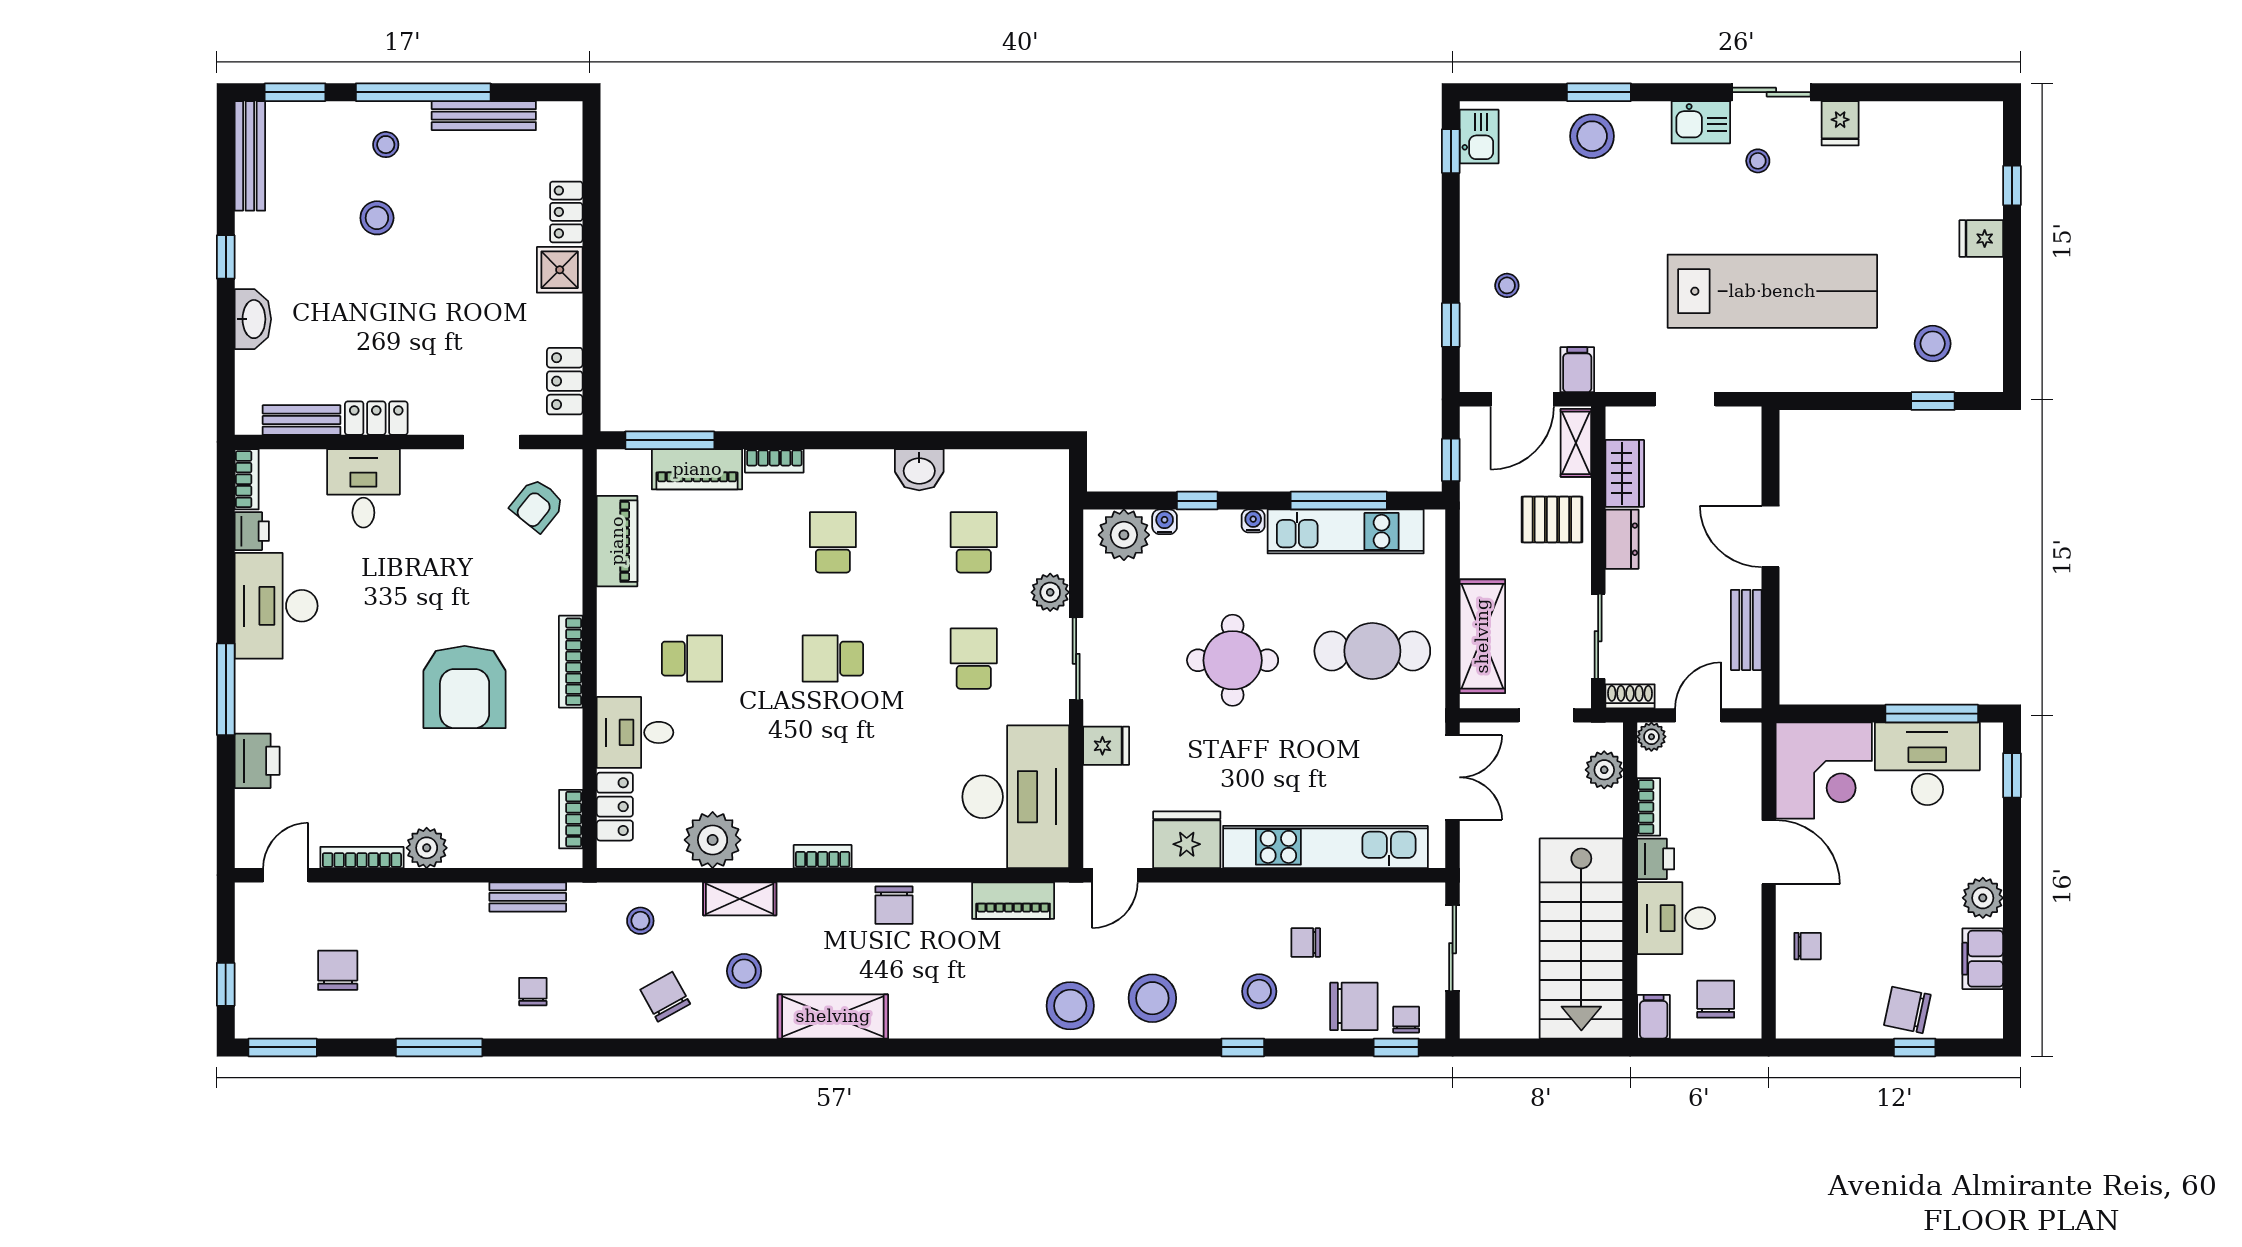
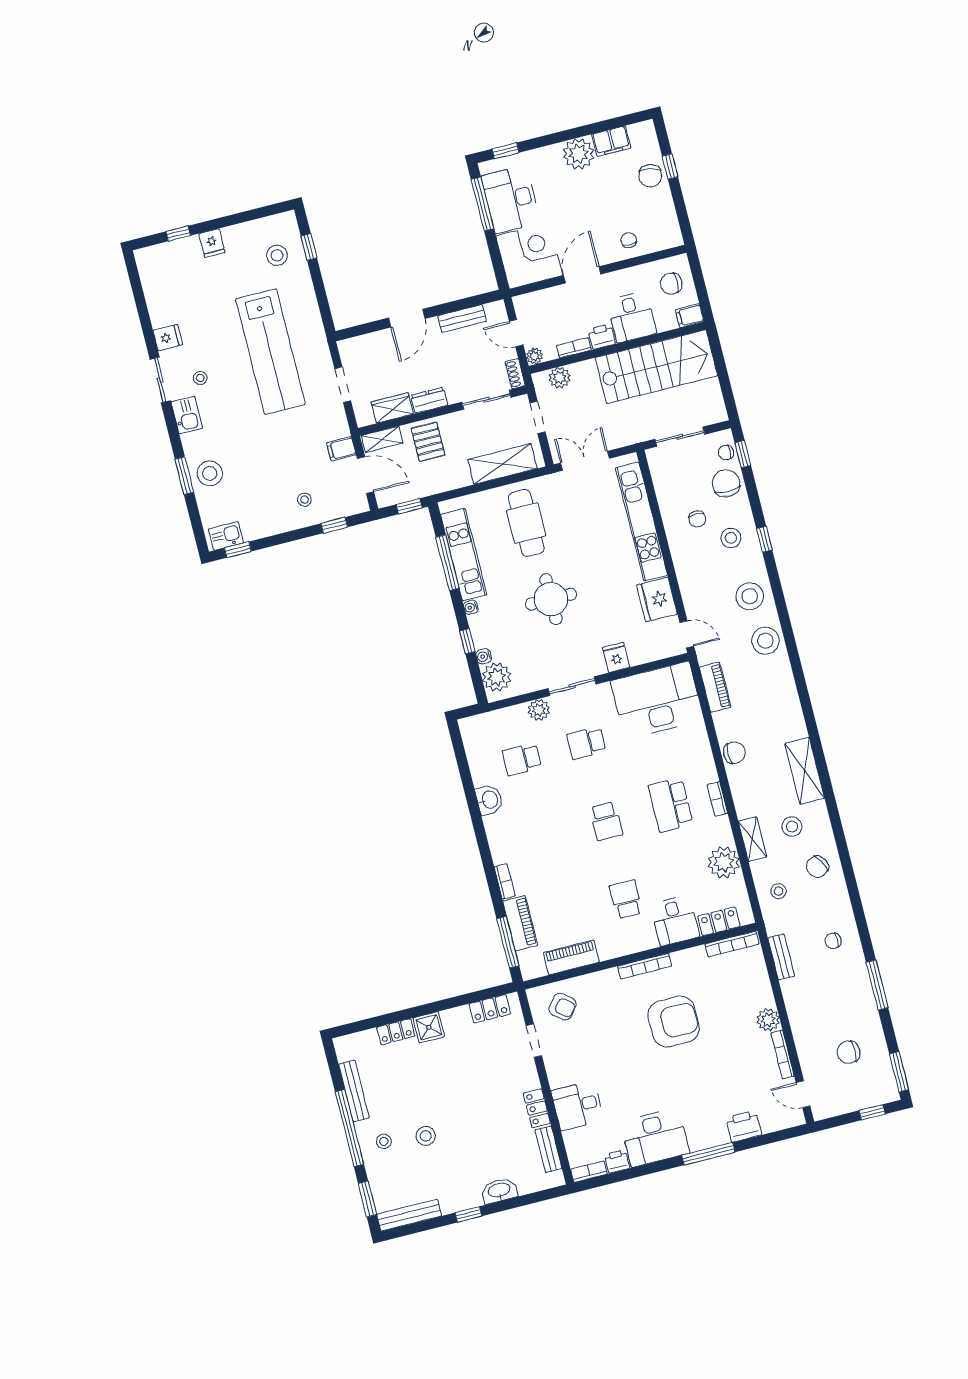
lab bench: (1772, 291) -> (270, 352), turned 180
school desk: (833, 542) -> (671, 805), moved, width x1.85
bookcase: (571, 819) -> (732, 944), width x1.56
plant: (1983, 898) -> (578, 154), width x1.36, depth x1.36

